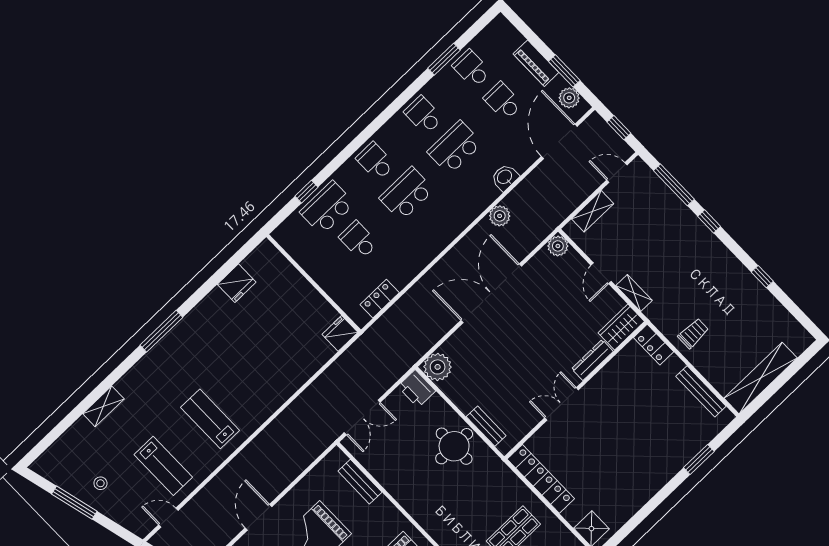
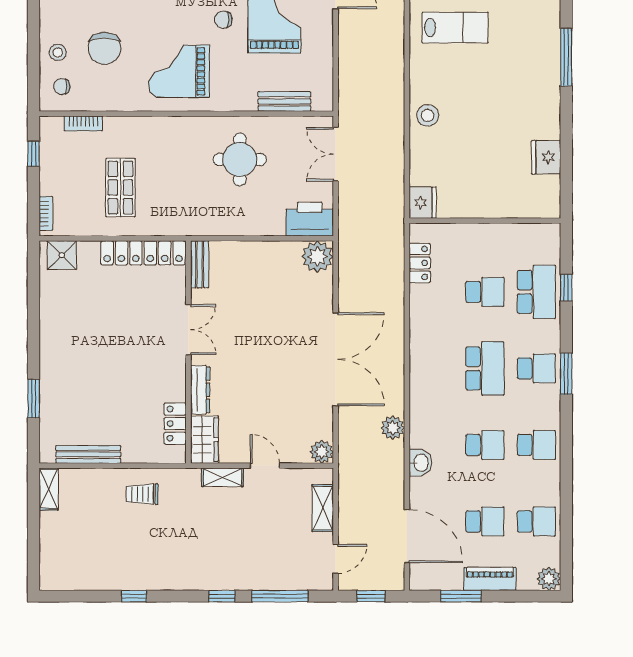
window: (444, 59) -> (566, 374), moved
plant: (569, 98) -> (549, 579), moved
school desk: (455, 147) -> (485, 445), width x0.54
trolley: (693, 333) -> (142, 494), turned 90
locker: (654, 345) -> (175, 424), moved, turned -90
shelving: (761, 378) -> (49, 489), width x0.45, depth x0.75
stool: (282, 383) -> (428, 115), added
printer: (417, 389) -> (310, 219), width x1.37, depth x1.19
bench: (486, 426) -> (200, 264), moved, turned 90
round table: (454, 446) -> (240, 159), moved

